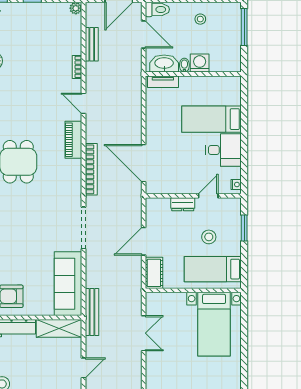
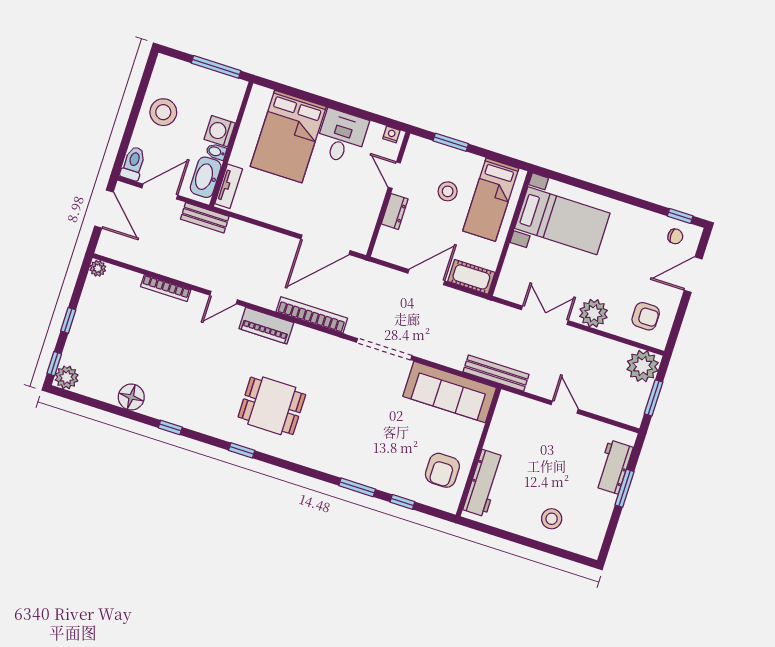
stool: (200, 19) -> (163, 112), width x1.89, depth x1.89
window: (244, 27) -> (216, 67), moved
bench: (92, 44) -> (205, 218), moved
bookcase: (77, 67) -> (166, 288), width x1.56
bed: (211, 119) -> (288, 136), width x1.50
door: (144, 241) -> (426, 277), swing flipped
shelving: (59, 328) -> (504, 422), removed
plant: (156, 367) -> (594, 313), added

